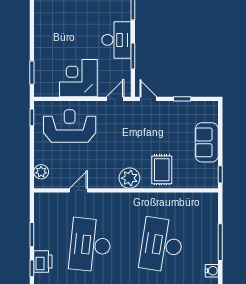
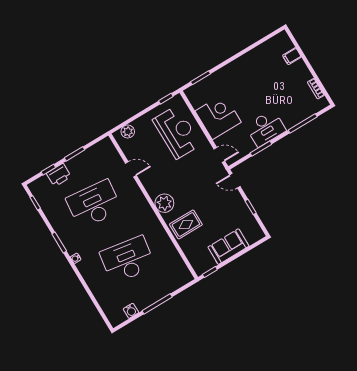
door: (148, 99) -> (235, 181), swing flipped

